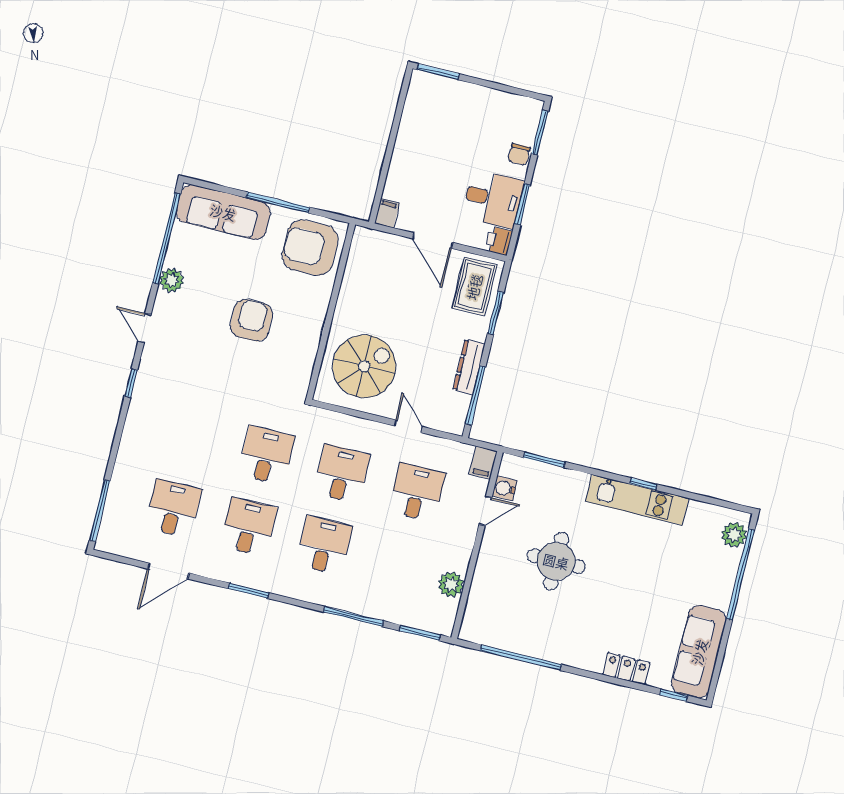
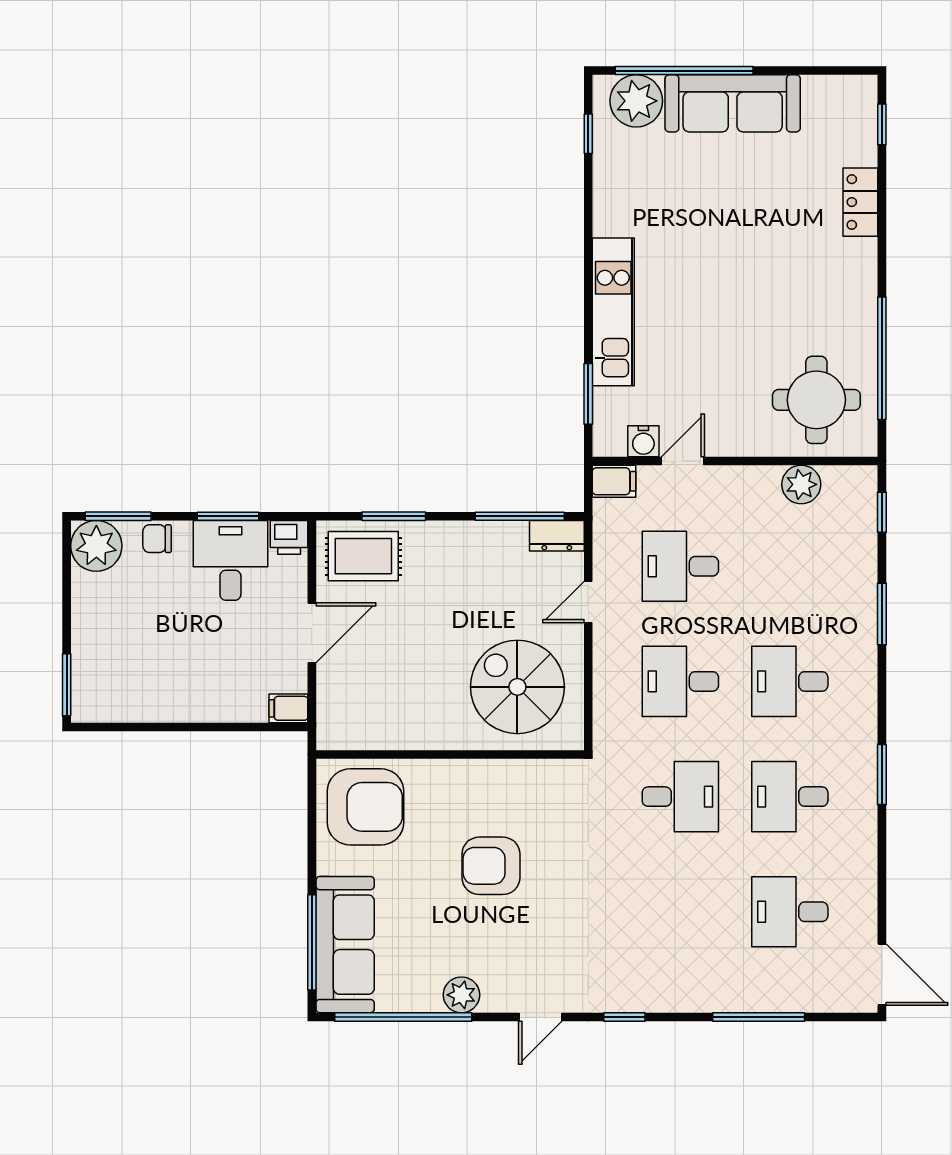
plant: (524, 113) -> (96, 546), added
chair: (519, 154) -> (157, 539), turned 180
window: (278, 203) -> (312, 942), moved
armchair: (310, 248) -> (366, 807), turned -90
dresser: (469, 367) -> (557, 536), moved, width x0.70
desk: (266, 455) -> (680, 797), turned 180
window: (643, 484) -> (588, 134), moved
kitchen unit: (637, 500) -> (613, 312), moved
window: (100, 510) -> (759, 1017), moved
door: (485, 511) -> (683, 461), hinge flipped
plant: (734, 535) -> (636, 101), width x1.36, depth x1.36
round table: (556, 561) -> (816, 400), moved
door: (168, 571) -> (882, 975), moved
window: (353, 616) -> (882, 614), width x0.69
window: (420, 633) -> (882, 512), width x0.67
sofa: (699, 652) -> (733, 103), moved

